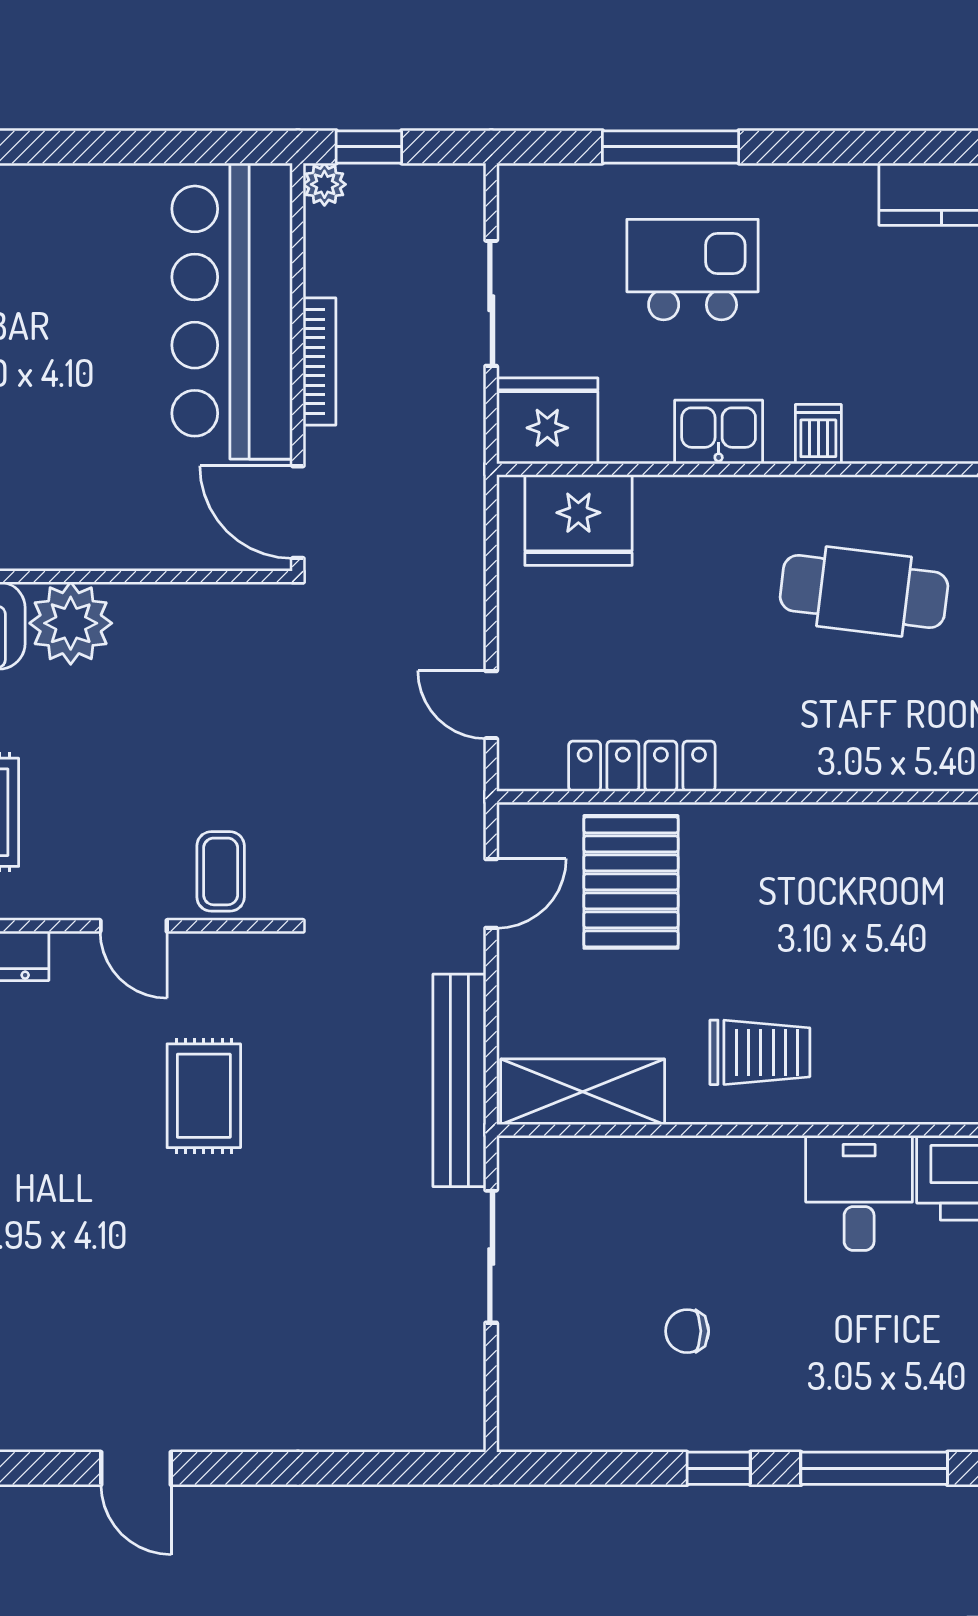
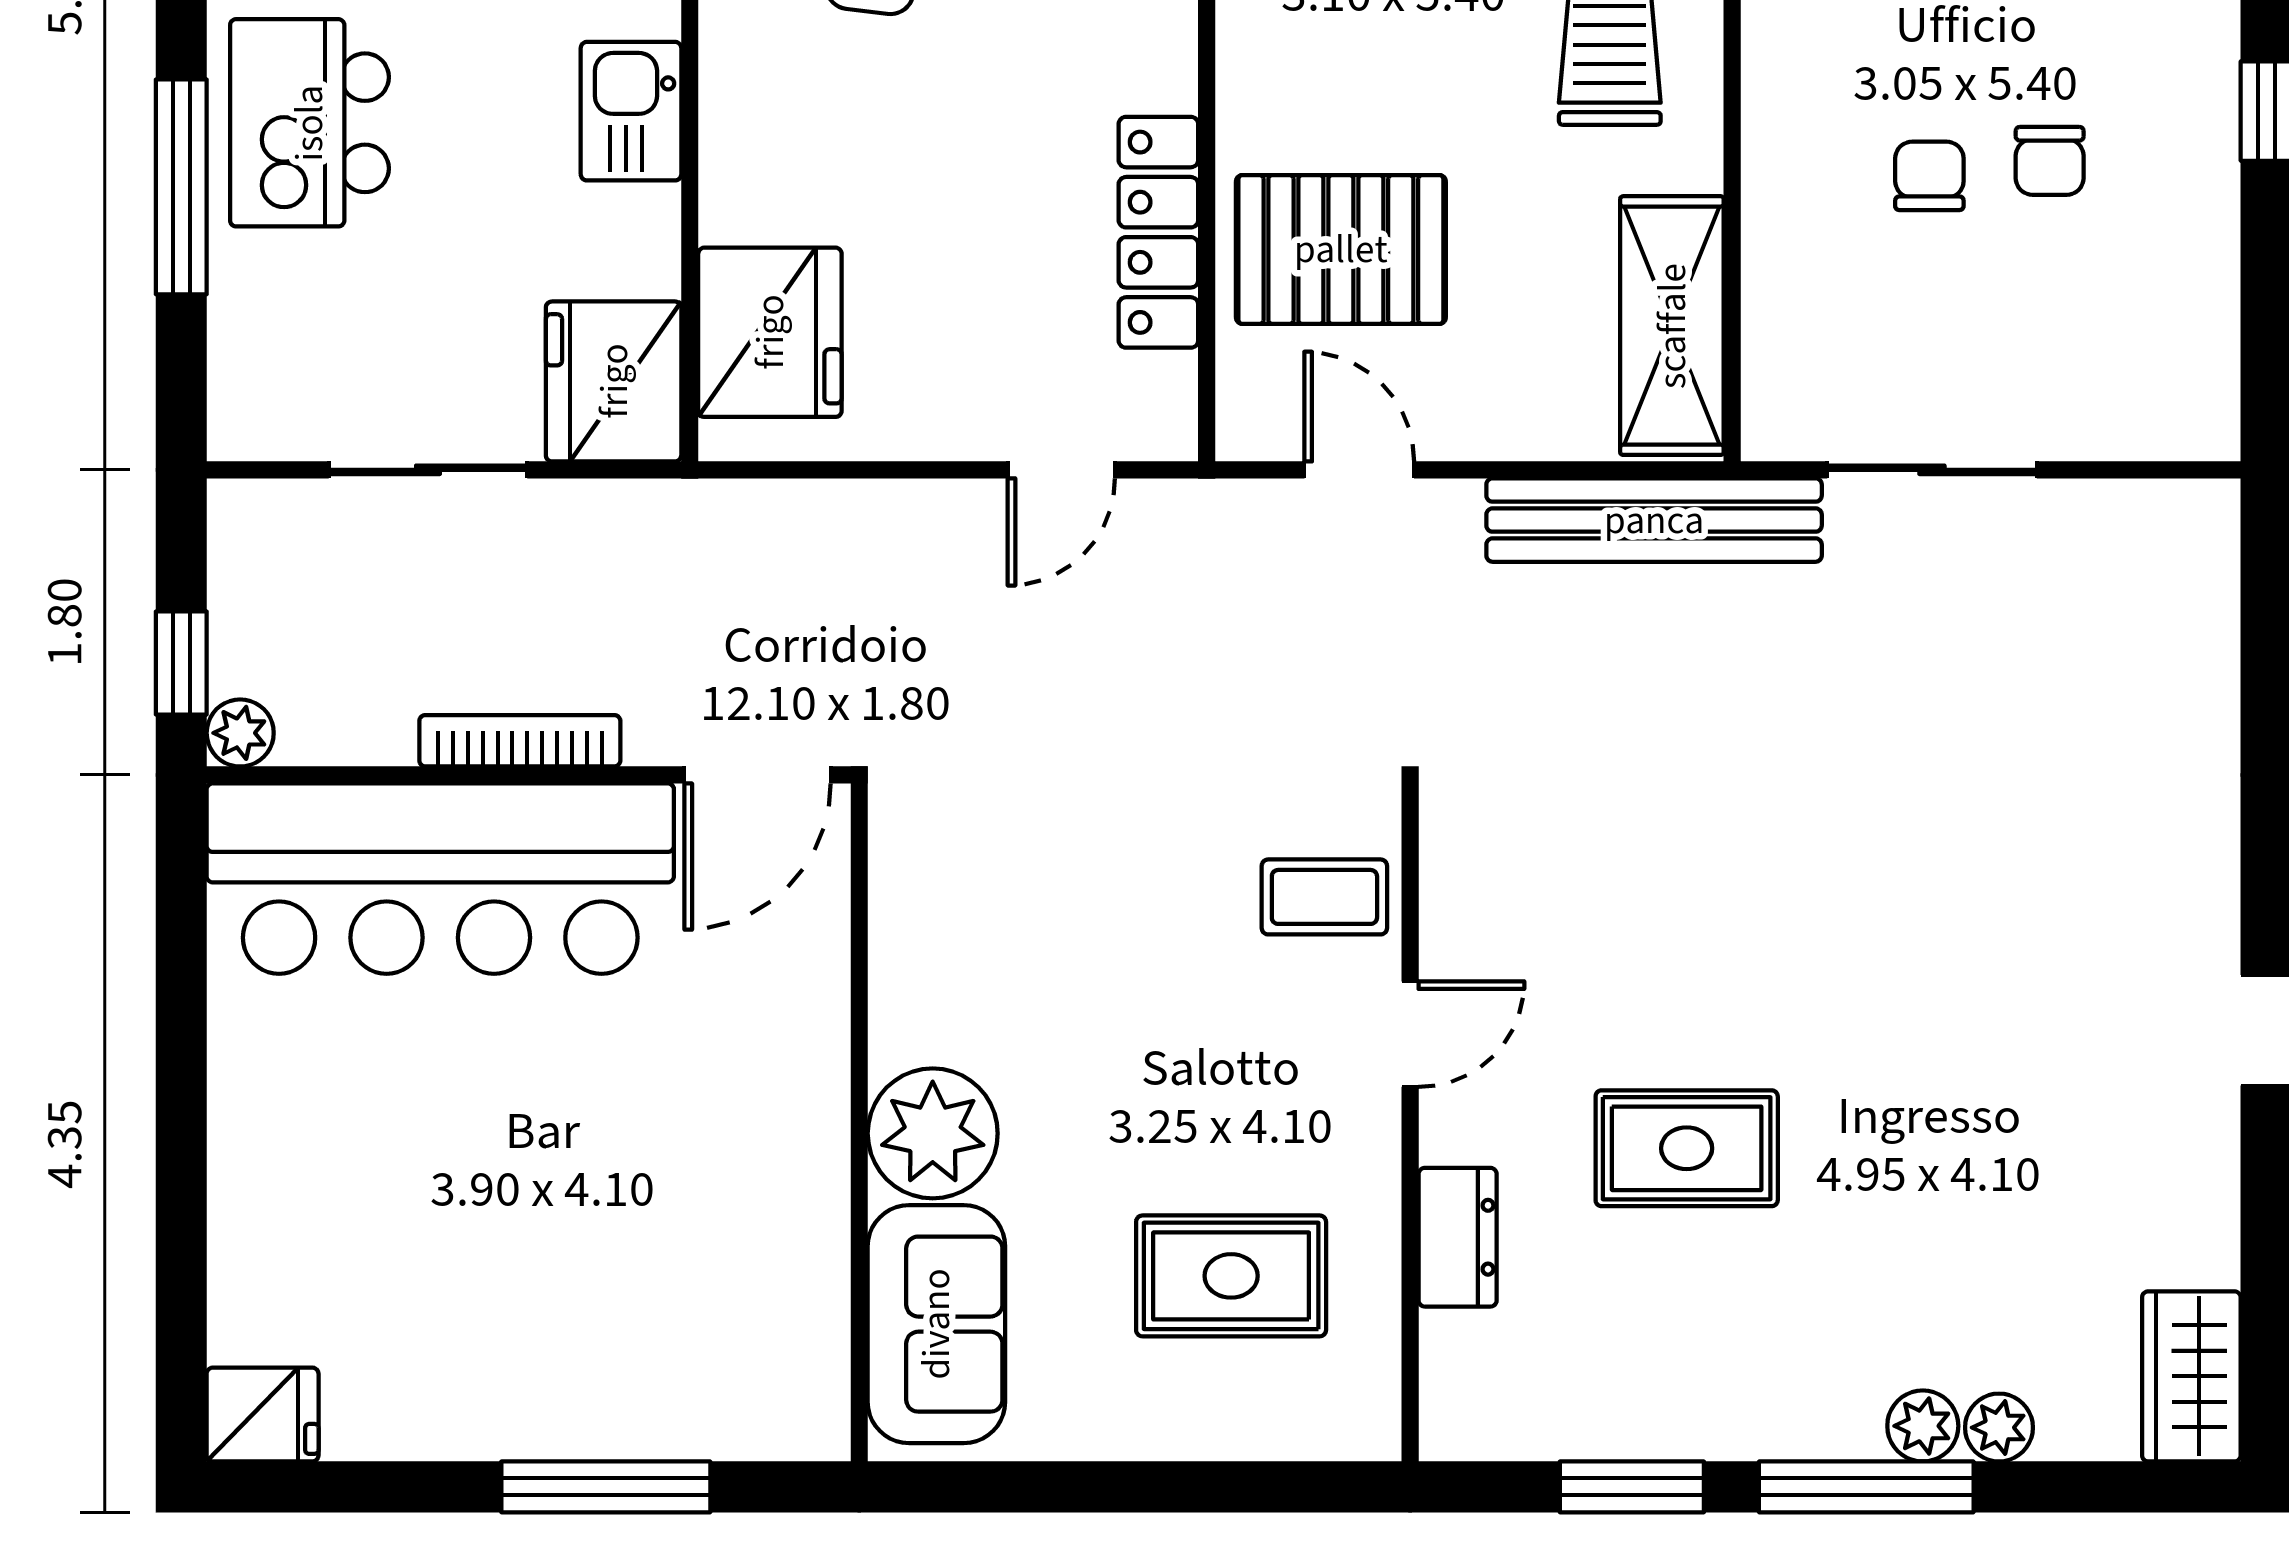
kitchen island: (693, 270) -> (309, 123), moved
rug: (204, 1096) -> (1687, 1148), moved
chair: (678, 1255) -> (1929, 176), added

